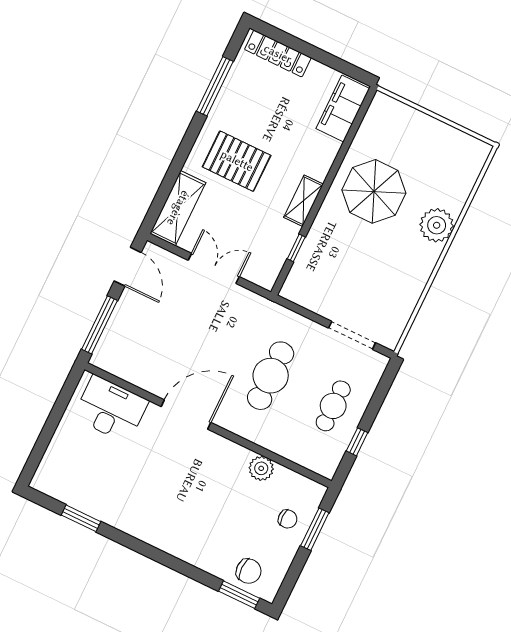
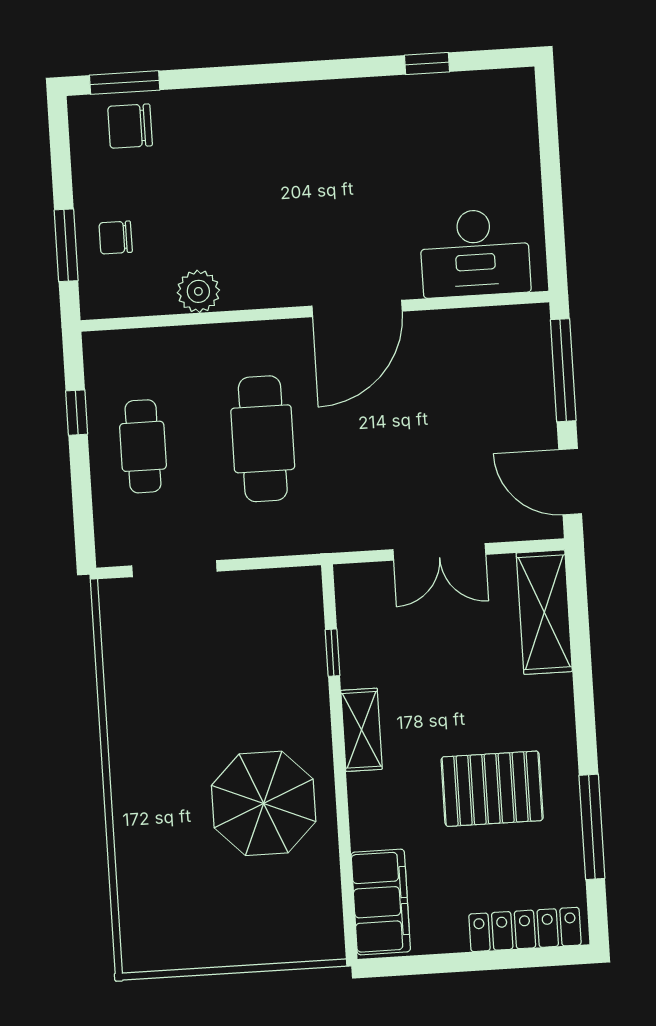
pallet: (237, 161) -> (492, 789), moved
plant: (437, 225) -> (140, 806), removed
window: (81, 518) -> (427, 63), width x0.67

